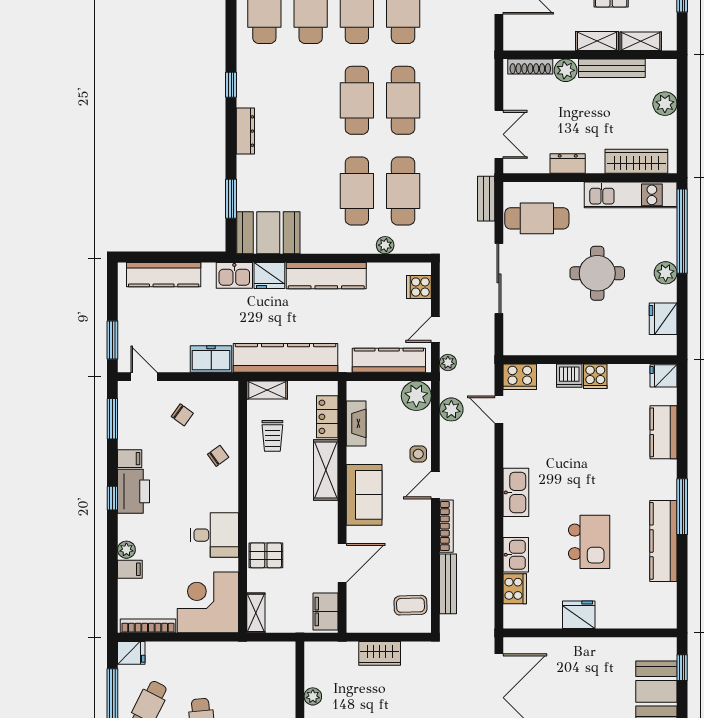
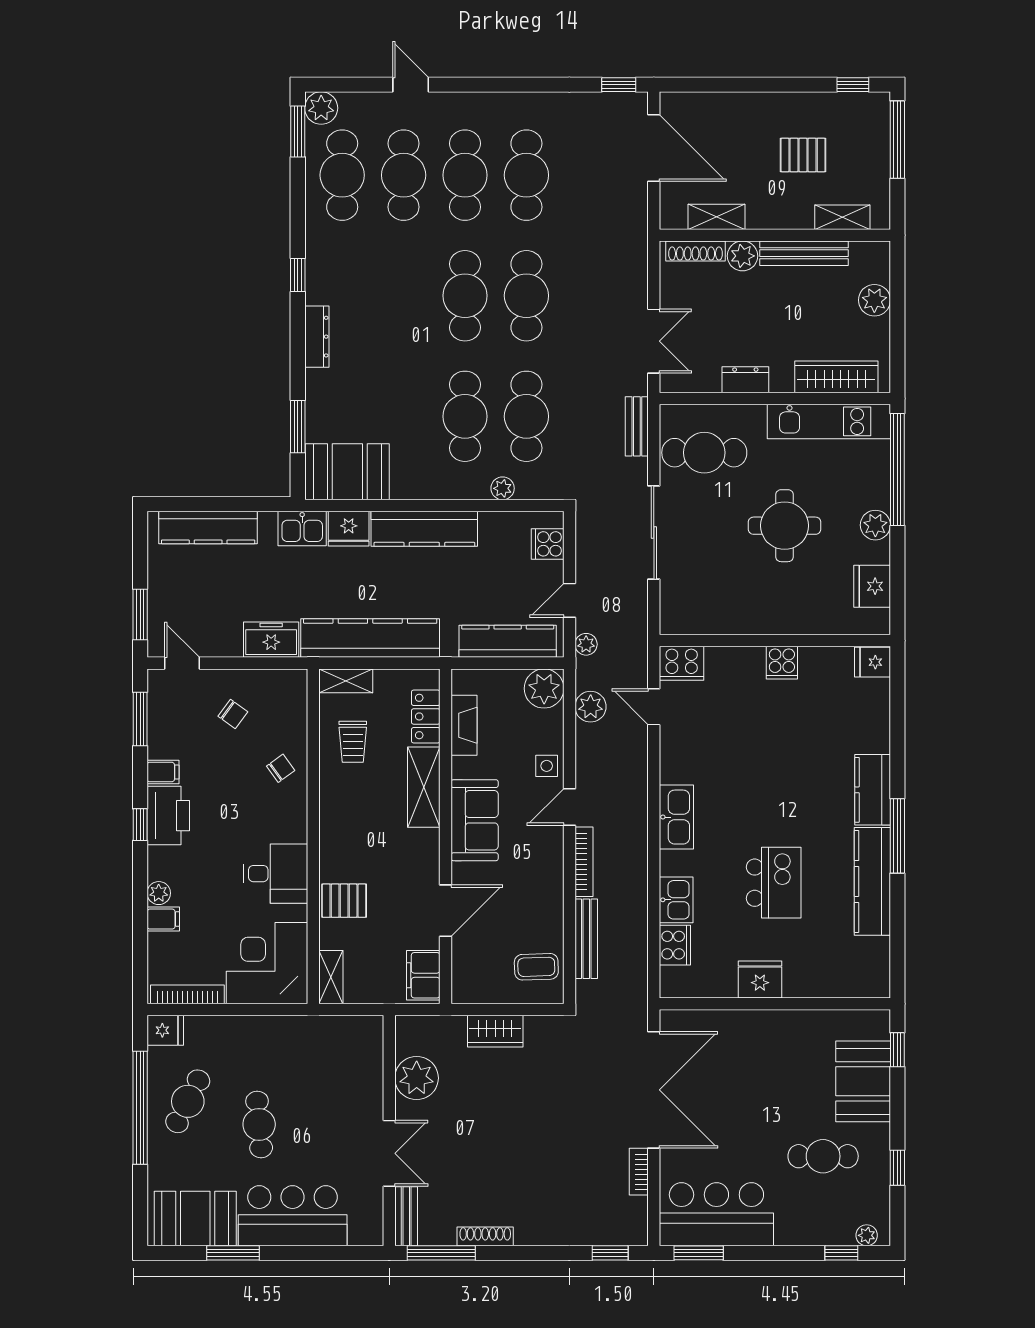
shelving: (597, 41) -> (717, 217), moved
dishwasher: (569, 376) -> (747, 662), removed
kitchen counter: (664, 432) -> (873, 790), moved
plant: (313, 696) -> (417, 1078), width x1.87, depth x1.87

